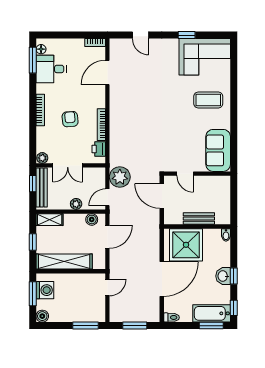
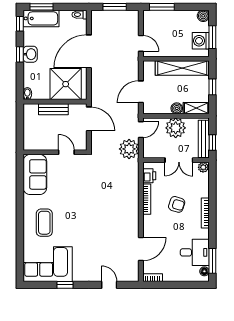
coffee table: (208, 100) -> (44, 223), turned 90
armchair: (70, 119) -> (177, 204), turned -68
double door: (68, 165) -> (179, 160), swing flipped
door: (162, 196) -> (89, 119), moved
plant: (76, 204) -> (176, 128), width x1.87, depth x1.87
boiler: (92, 219) -> (177, 108), moved
door: (107, 287) -> (141, 43), swing flipped

